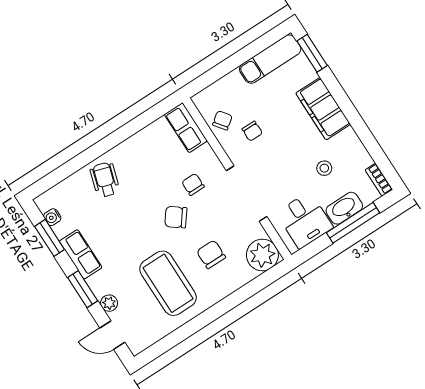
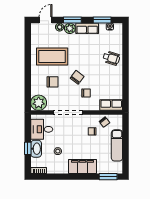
exam couch: (270, 59) -> (117, 145), moved
window: (353, 223) -> (28, 148), width x0.46
plant: (100, 284) -> (70, 28), added

